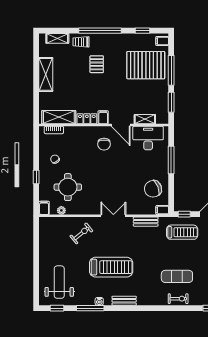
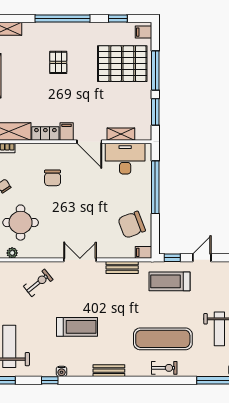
trolley: (81, 42) -> (38, 33), removed
chair: (104, 144) -> (53, 178), moved
window: (171, 160) -> (155, 187), width x1.46
treadmill: (182, 232) -> (170, 281), turned 180
treadmill: (111, 267) -> (77, 327), width x0.73, depth x0.73
exercise mat: (177, 276) -> (163, 339), width x1.36, depth x1.45
bench: (124, 301) -> (109, 371), moved
window: (90, 308) -> (50, 380), width x0.46

